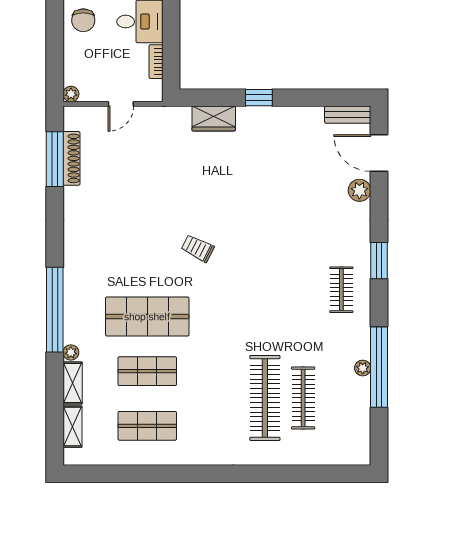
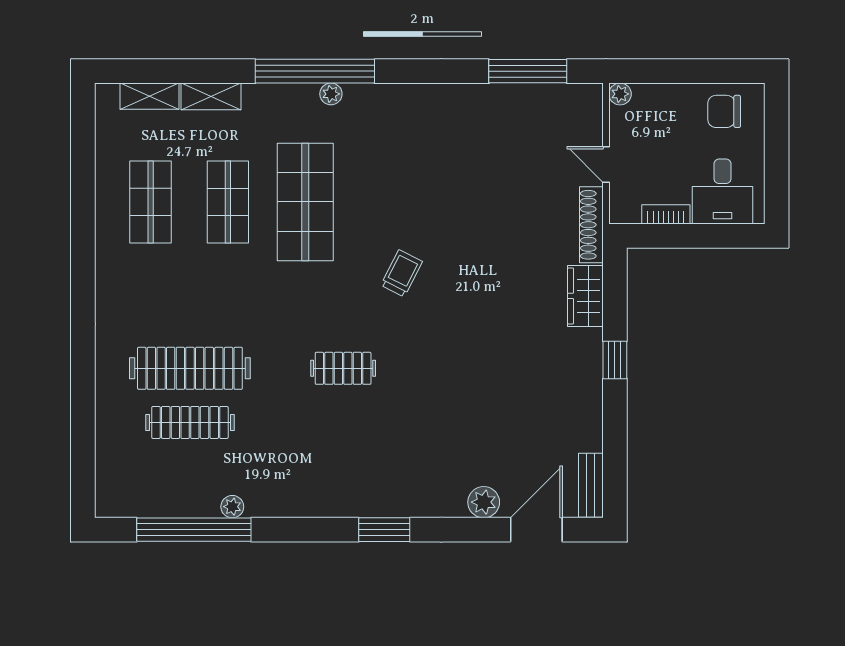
shoe rack: (71, 158) -> (591, 225), moved, turned 90
clothes rail: (341, 290) -> (343, 368), moved
plant: (71, 352) -> (331, 94), moved
window: (379, 367) -> (194, 530), moved

